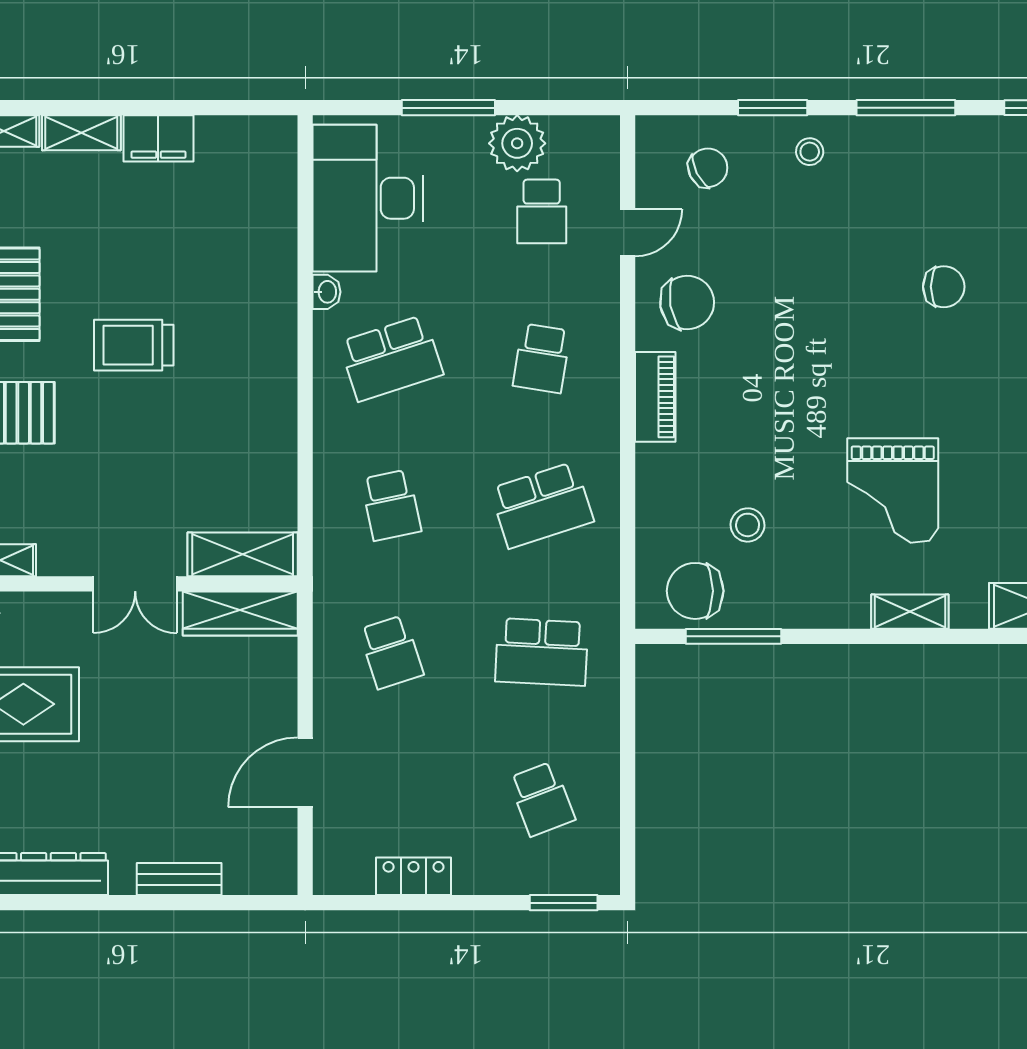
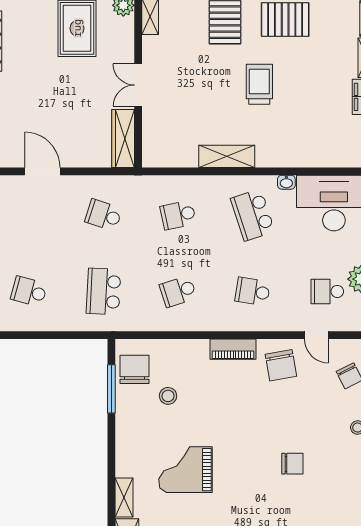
chair: (944, 287) -> (292, 464), moved, turned -90
school desk: (542, 505) -> (178, 291), width x0.54
shelving: (243, 554) -> (227, 156), moved, turned 90
shelving: (910, 612) -> (124, 498), moved
school desk: (391, 652) -> (104, 215), turned 36
school desk: (542, 799) -> (29, 291), turned 36

